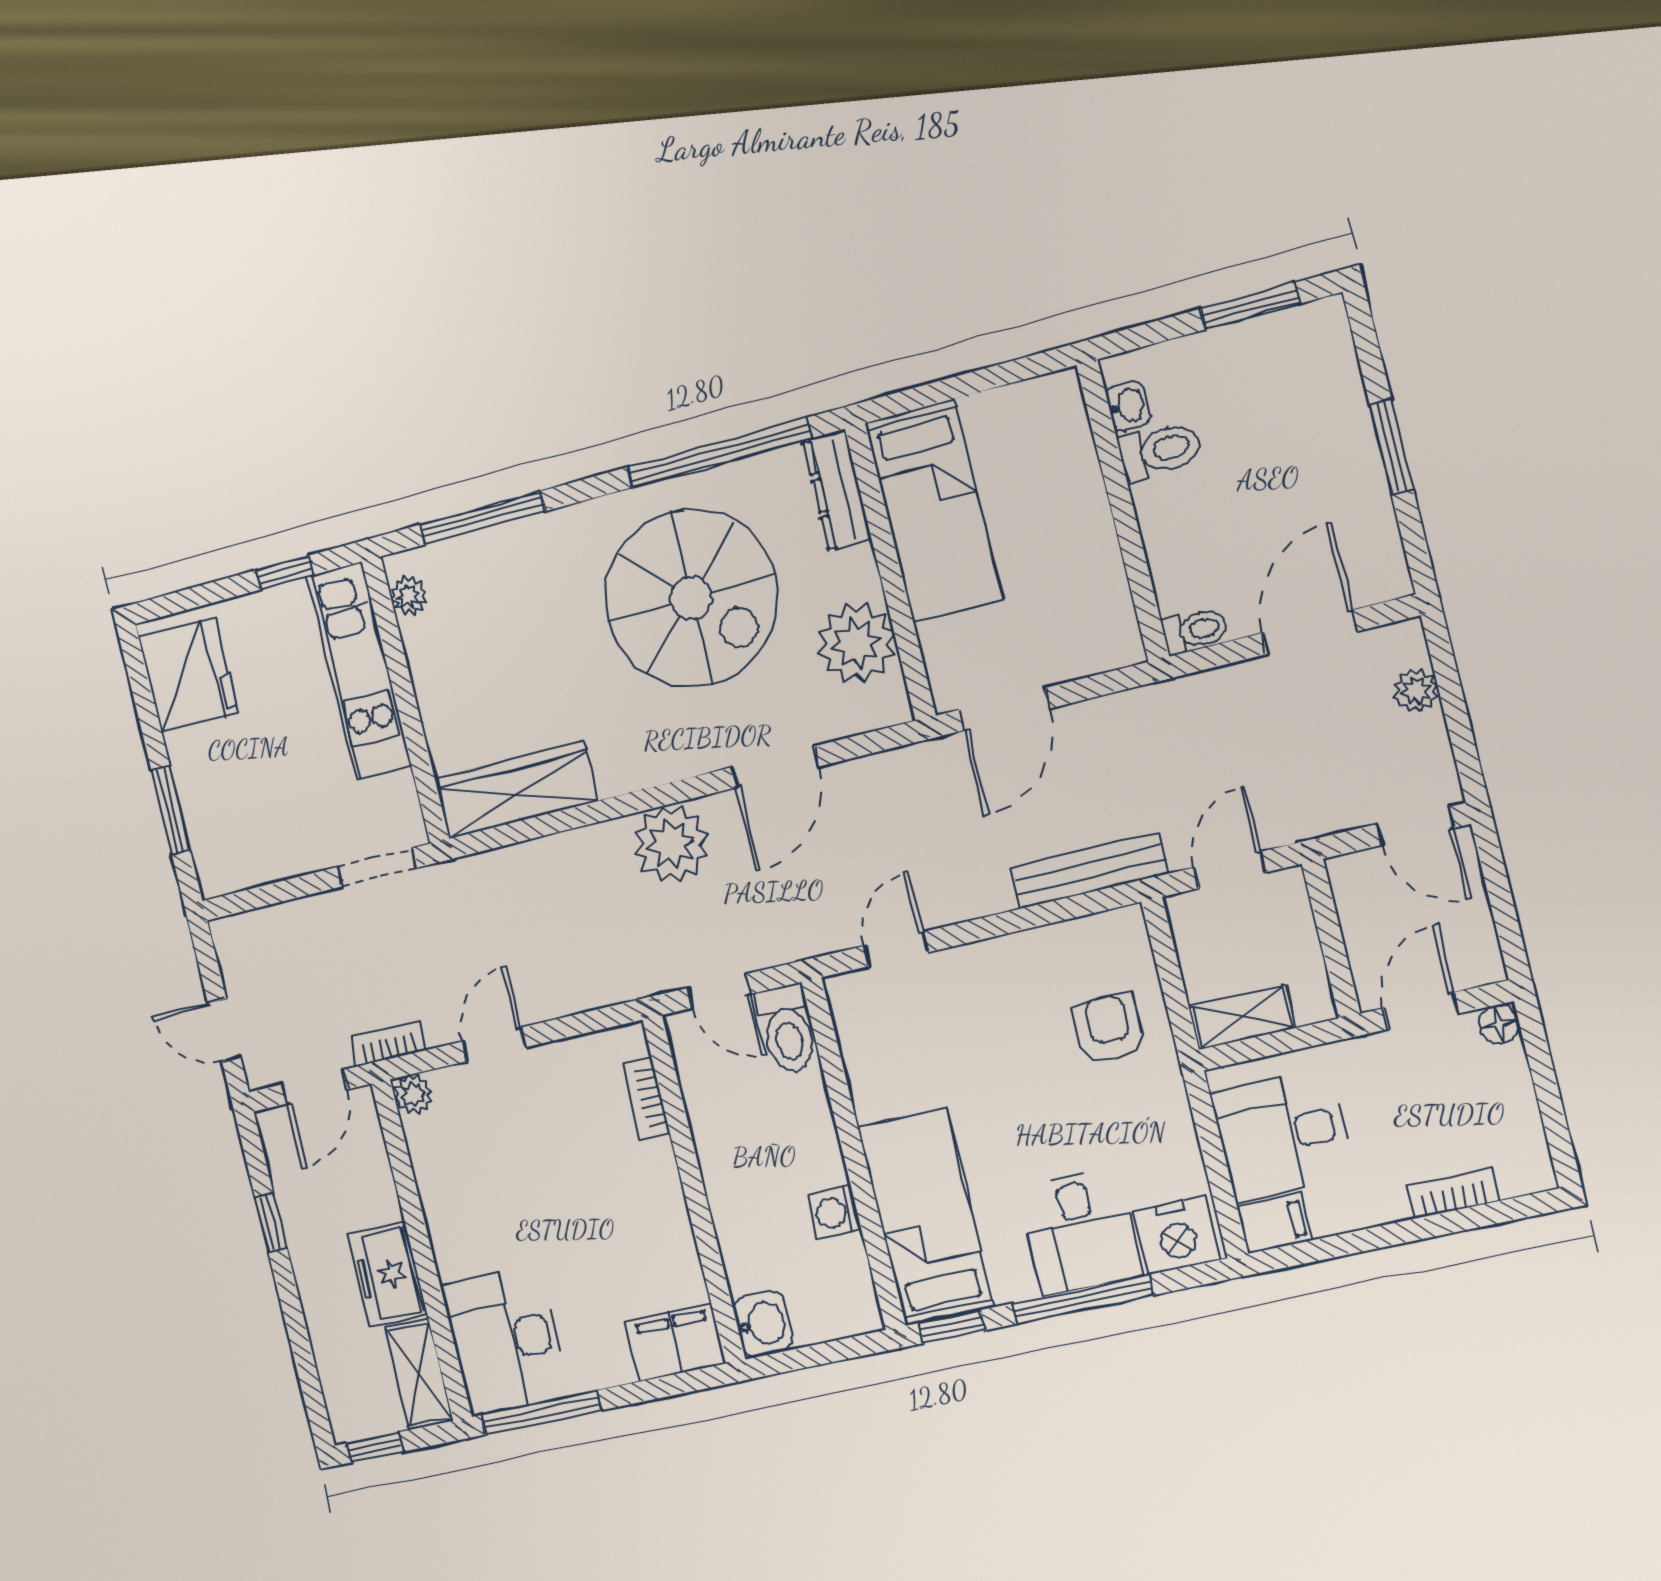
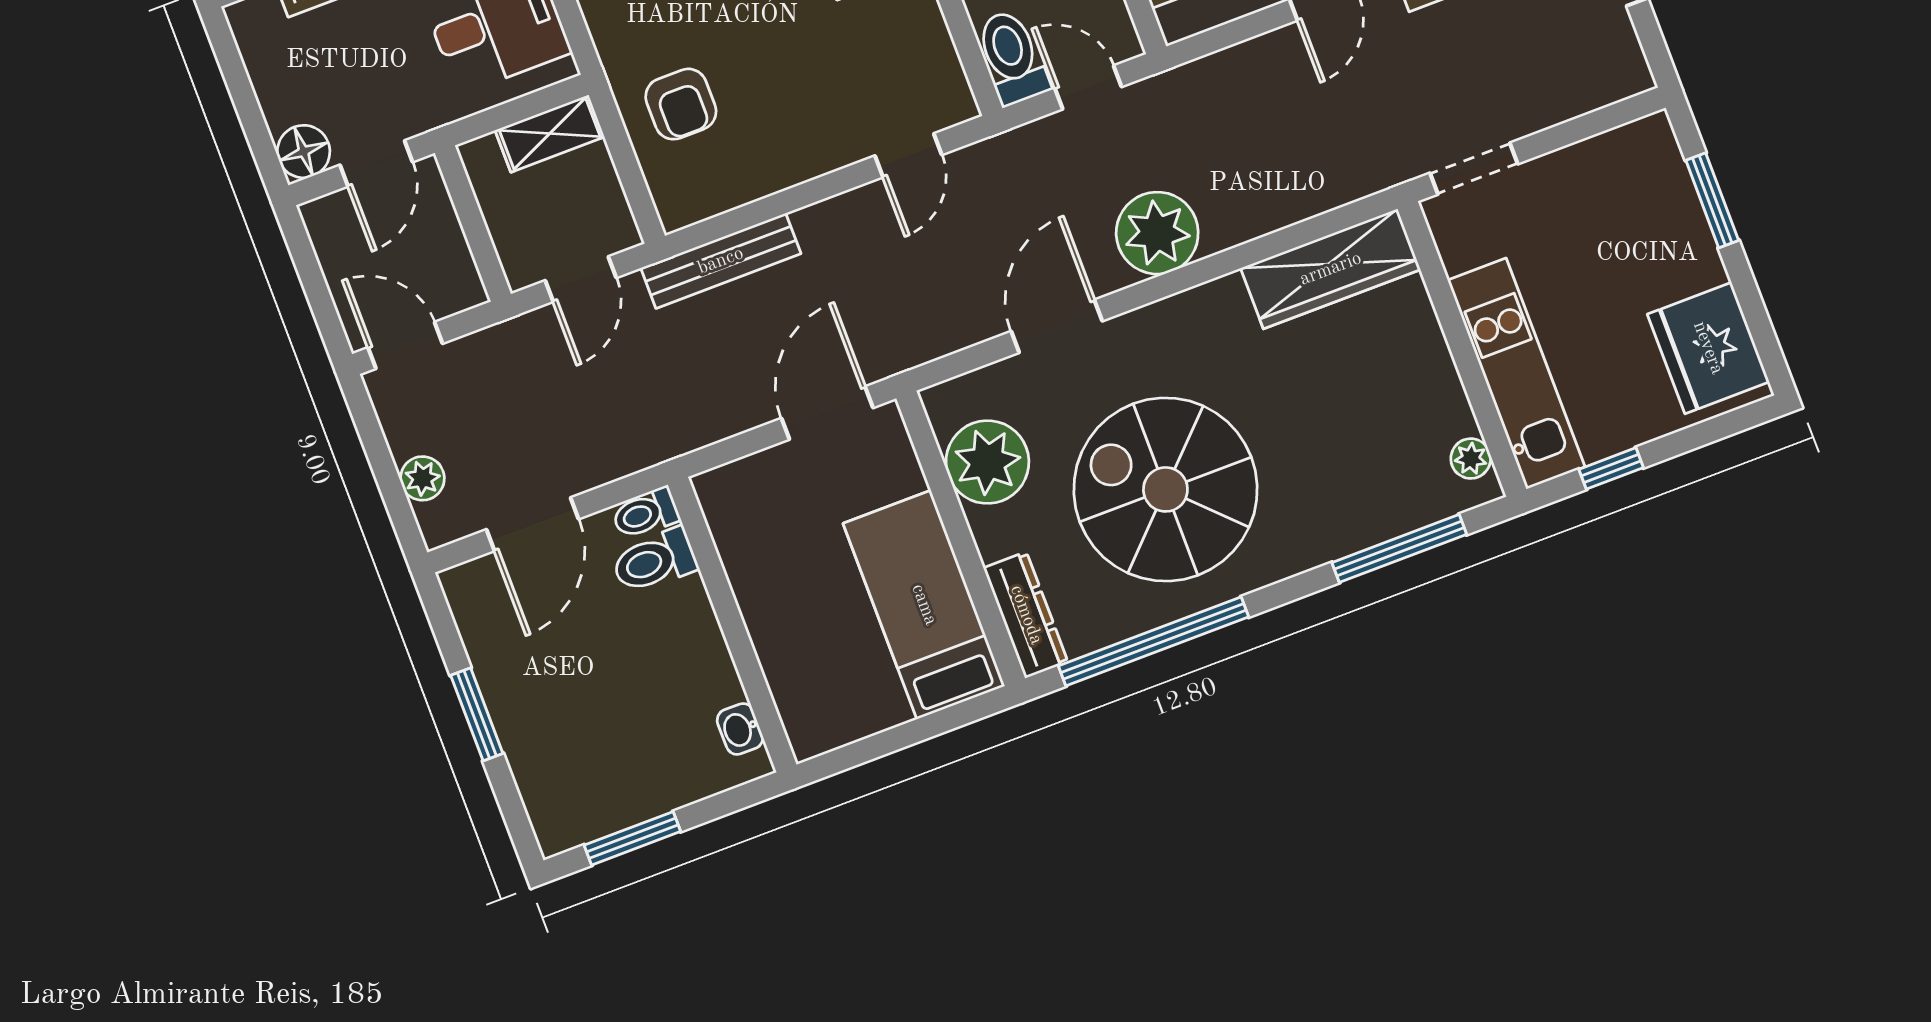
toilet: (1160, 451) -> (654, 561), moved
floor lamp: (1499, 1024) -> (304, 152), width x1.37, depth x1.37

